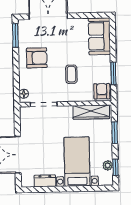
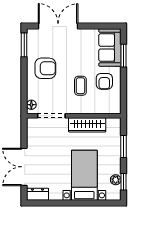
window: (113, 73) -> (123, 56), moved
armchair: (102, 91) -> (104, 81), moved, turned 180
wardrobe: (91, 112) -> (87, 125), moved
dresser: (45, 181) -> (37, 194), moved

